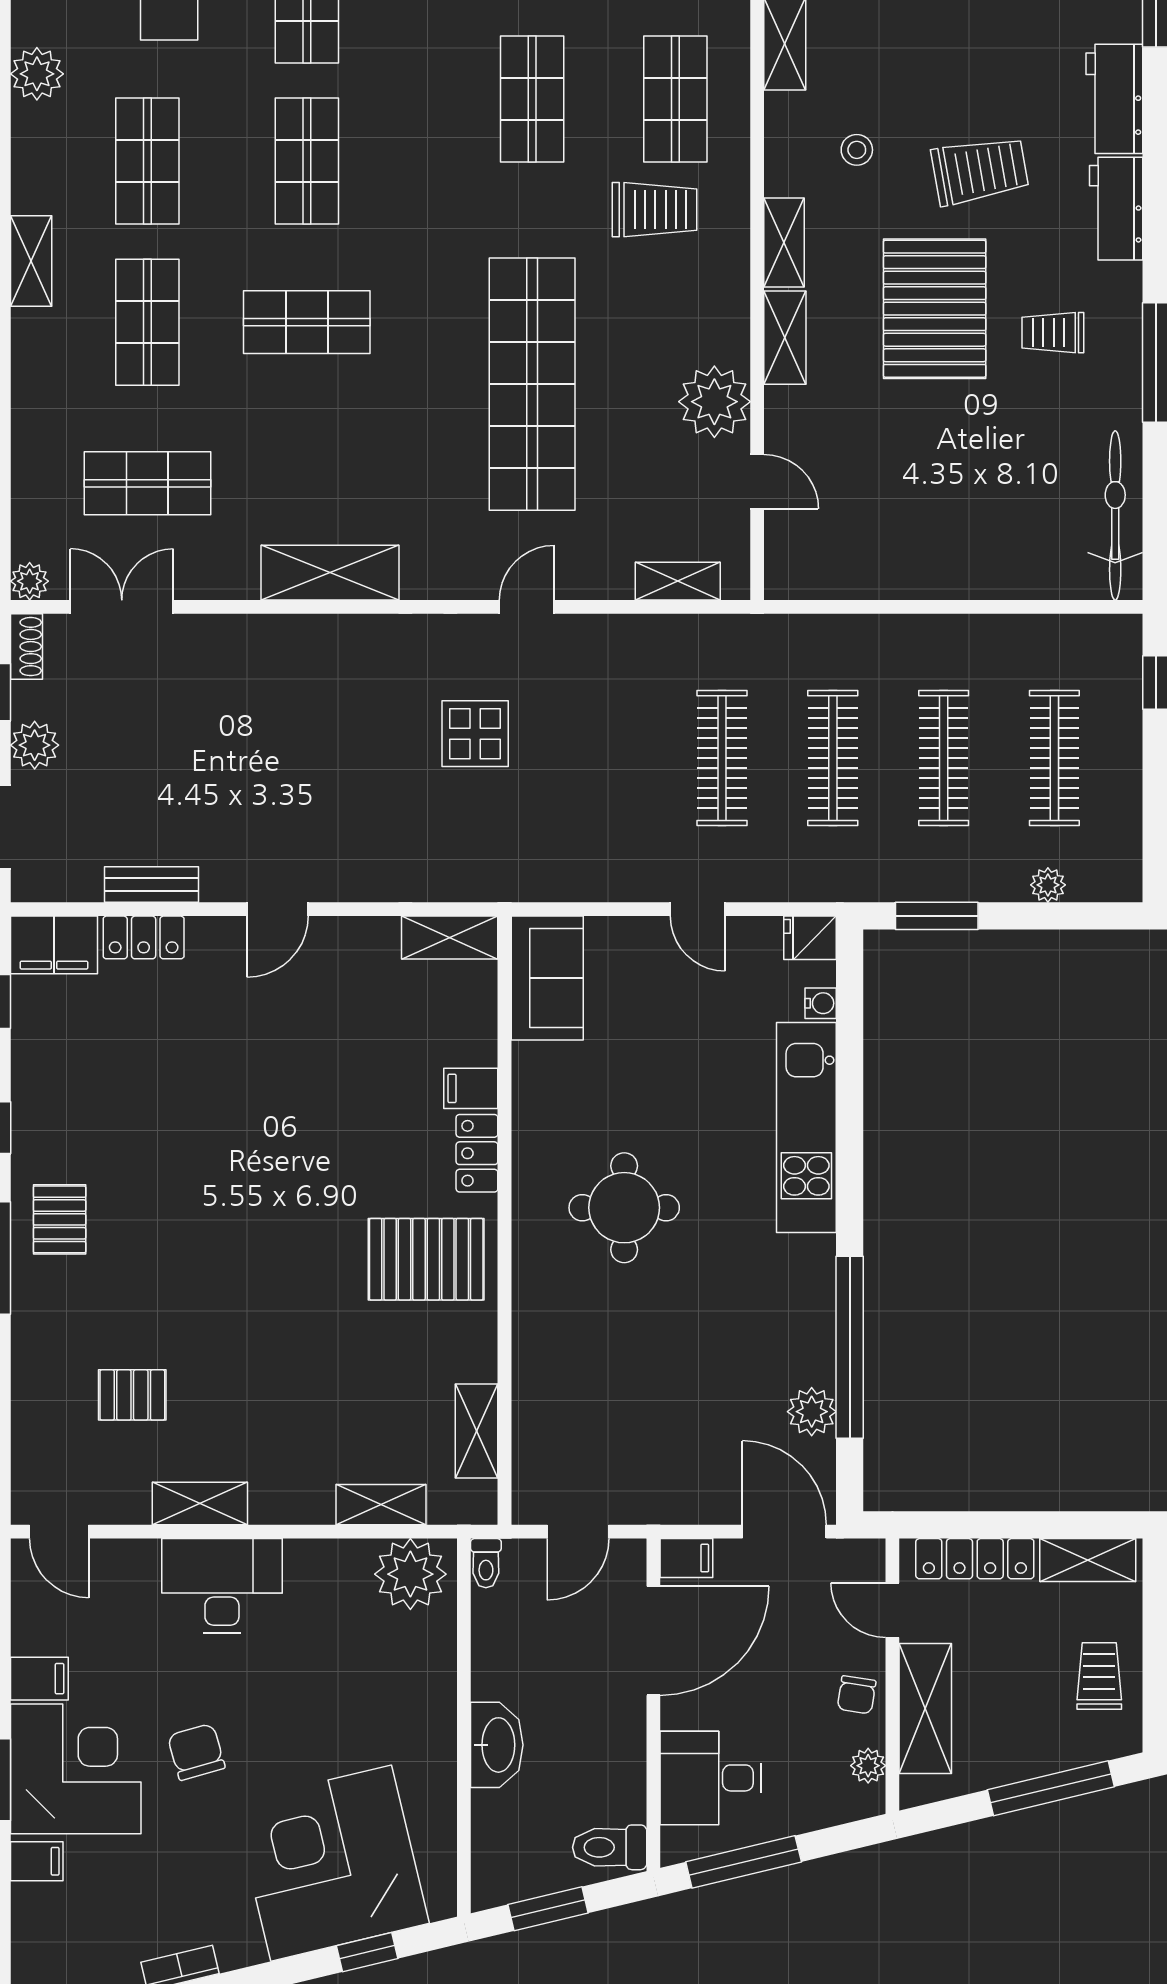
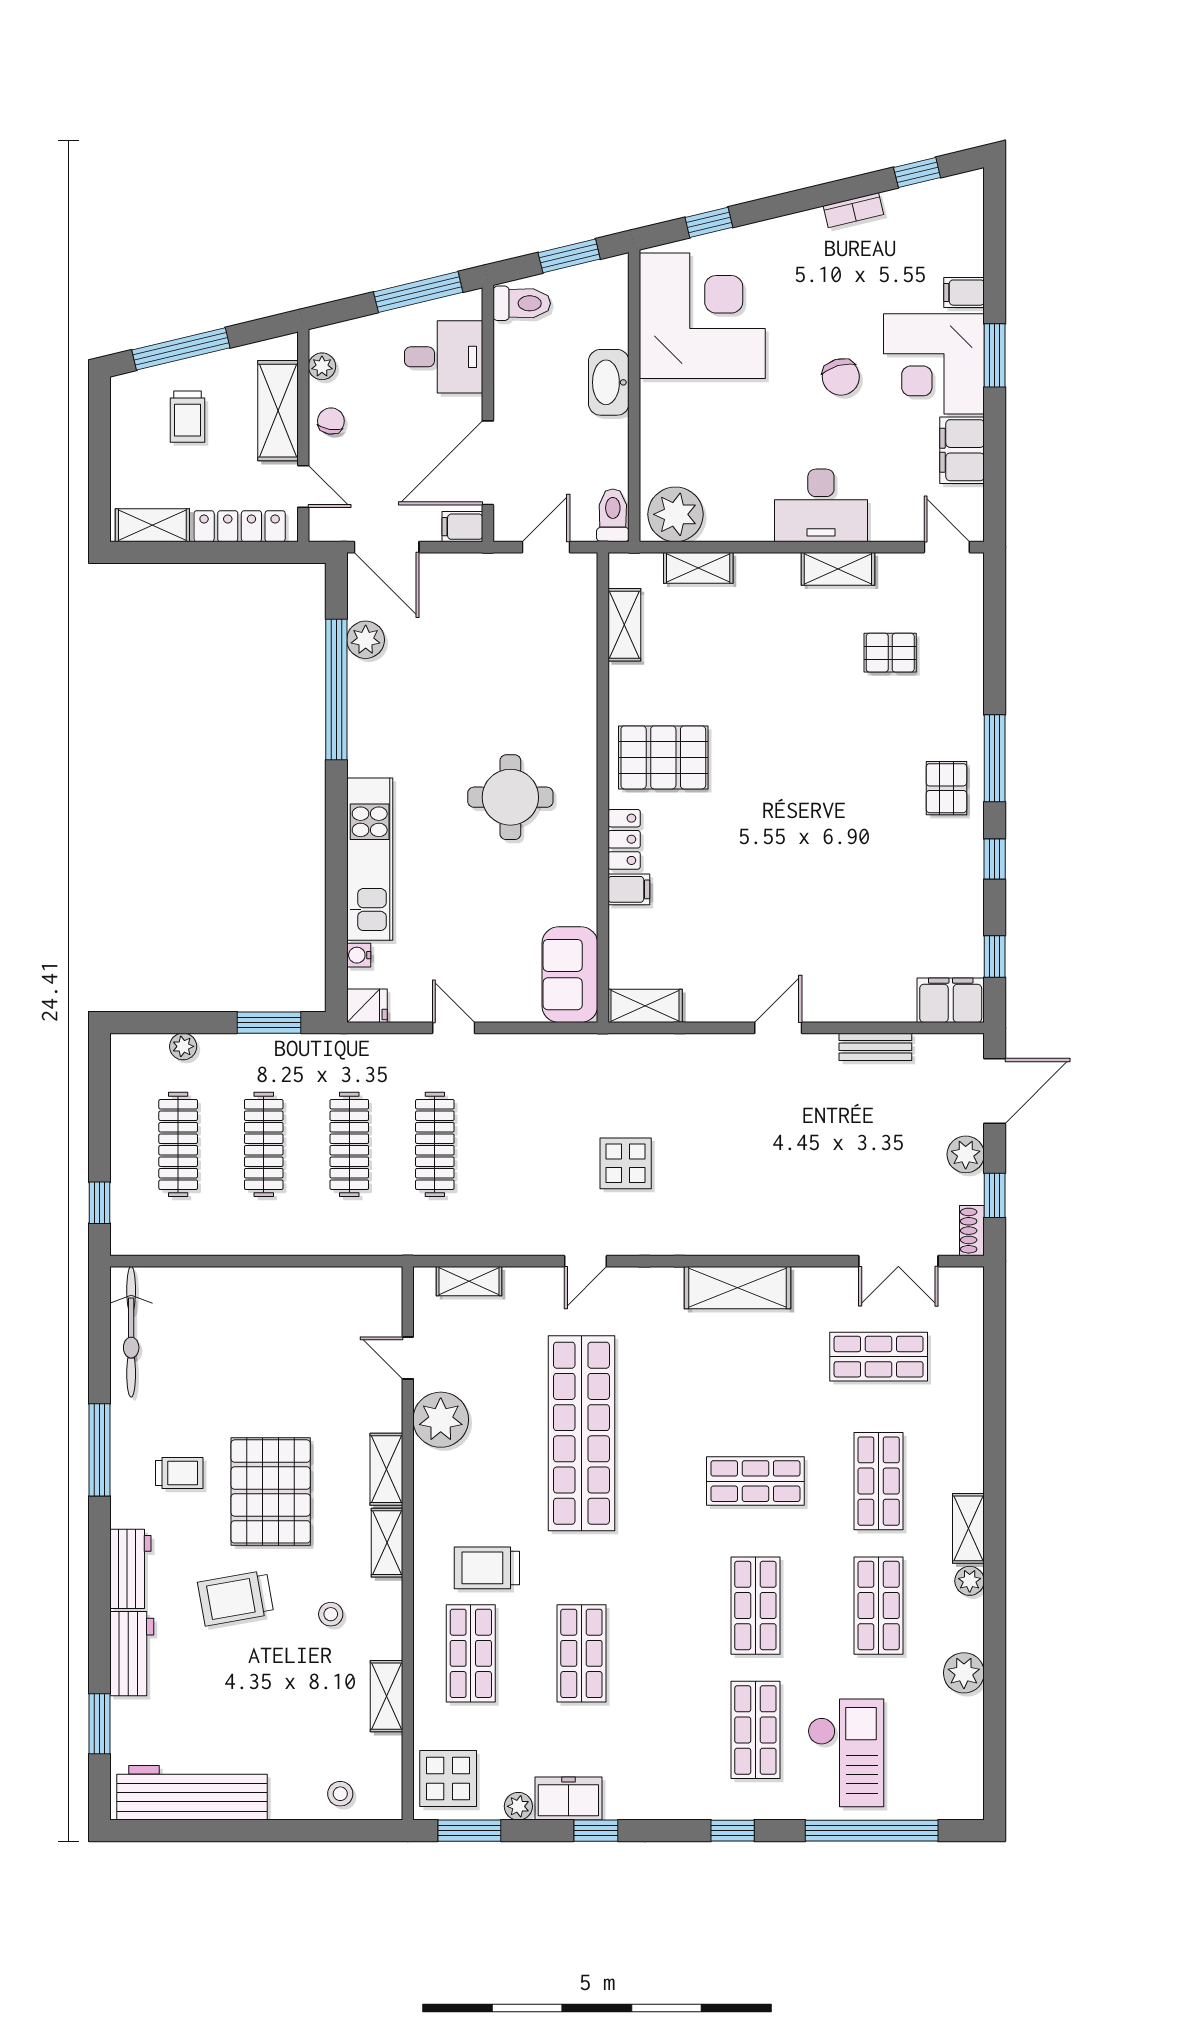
plant: (30, 581) -> (970, 1581), moved
locker: (144, 937) -> (881, 1006), removed
toilet: (486, 1563) -> (613, 515), width x1.37, depth x1.39
trolley: (1099, 1676) -> (187, 417), moved
filing cabinet: (39, 1679) -> (962, 450), width x2.00
corner desk: (331, 1863) -> (702, 316), moved, turned -77

